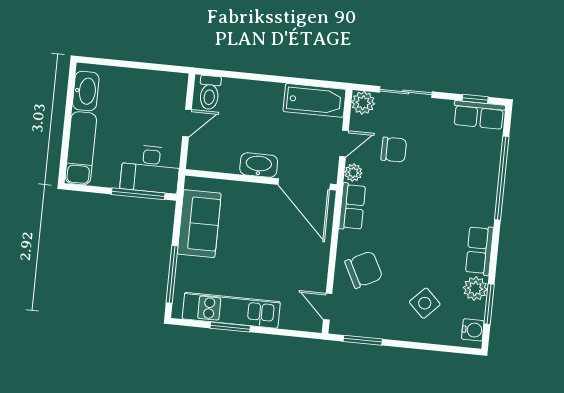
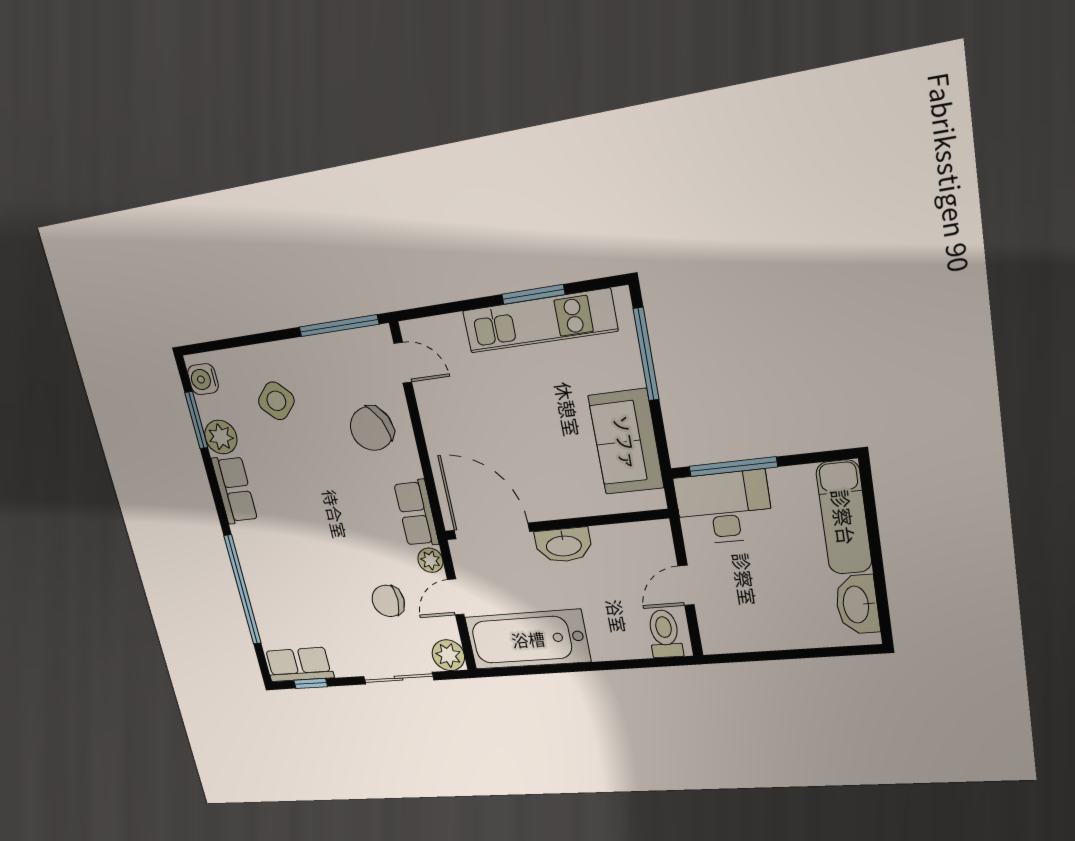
bathtub: (315, 100) -> (528, 639), width x1.36, depth x1.36
window: (363, 340) -> (339, 326), width x1.44

